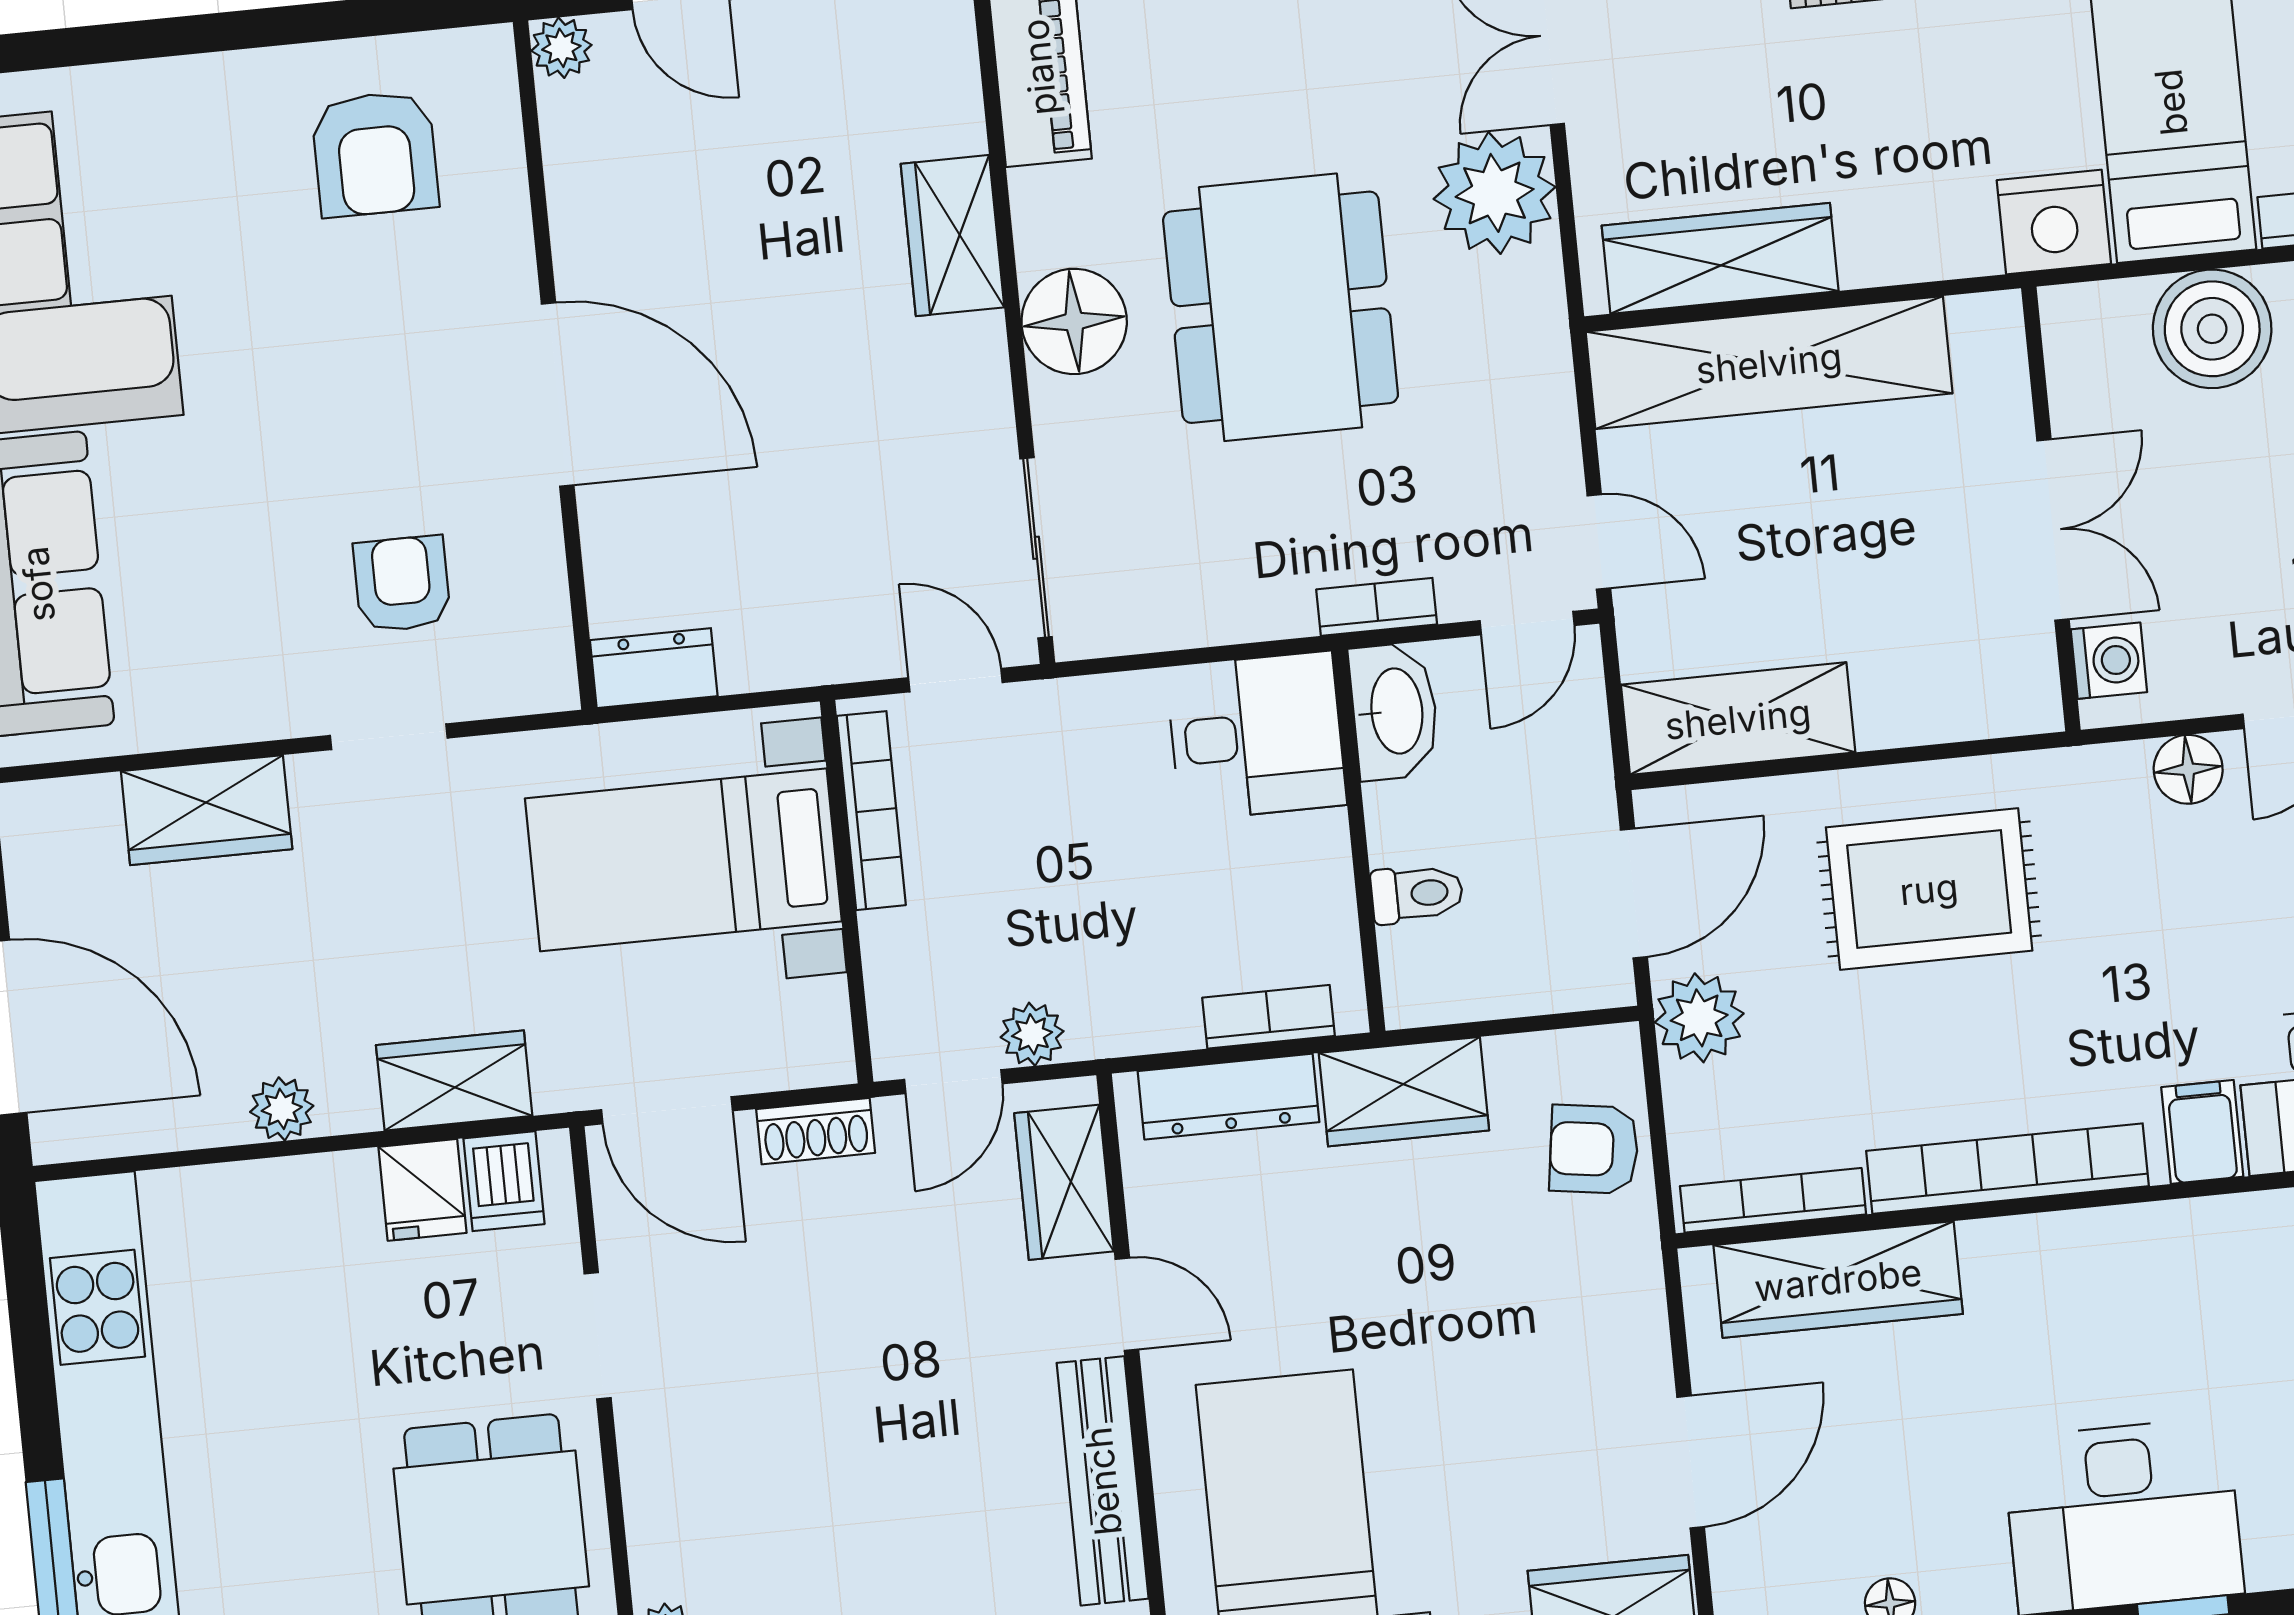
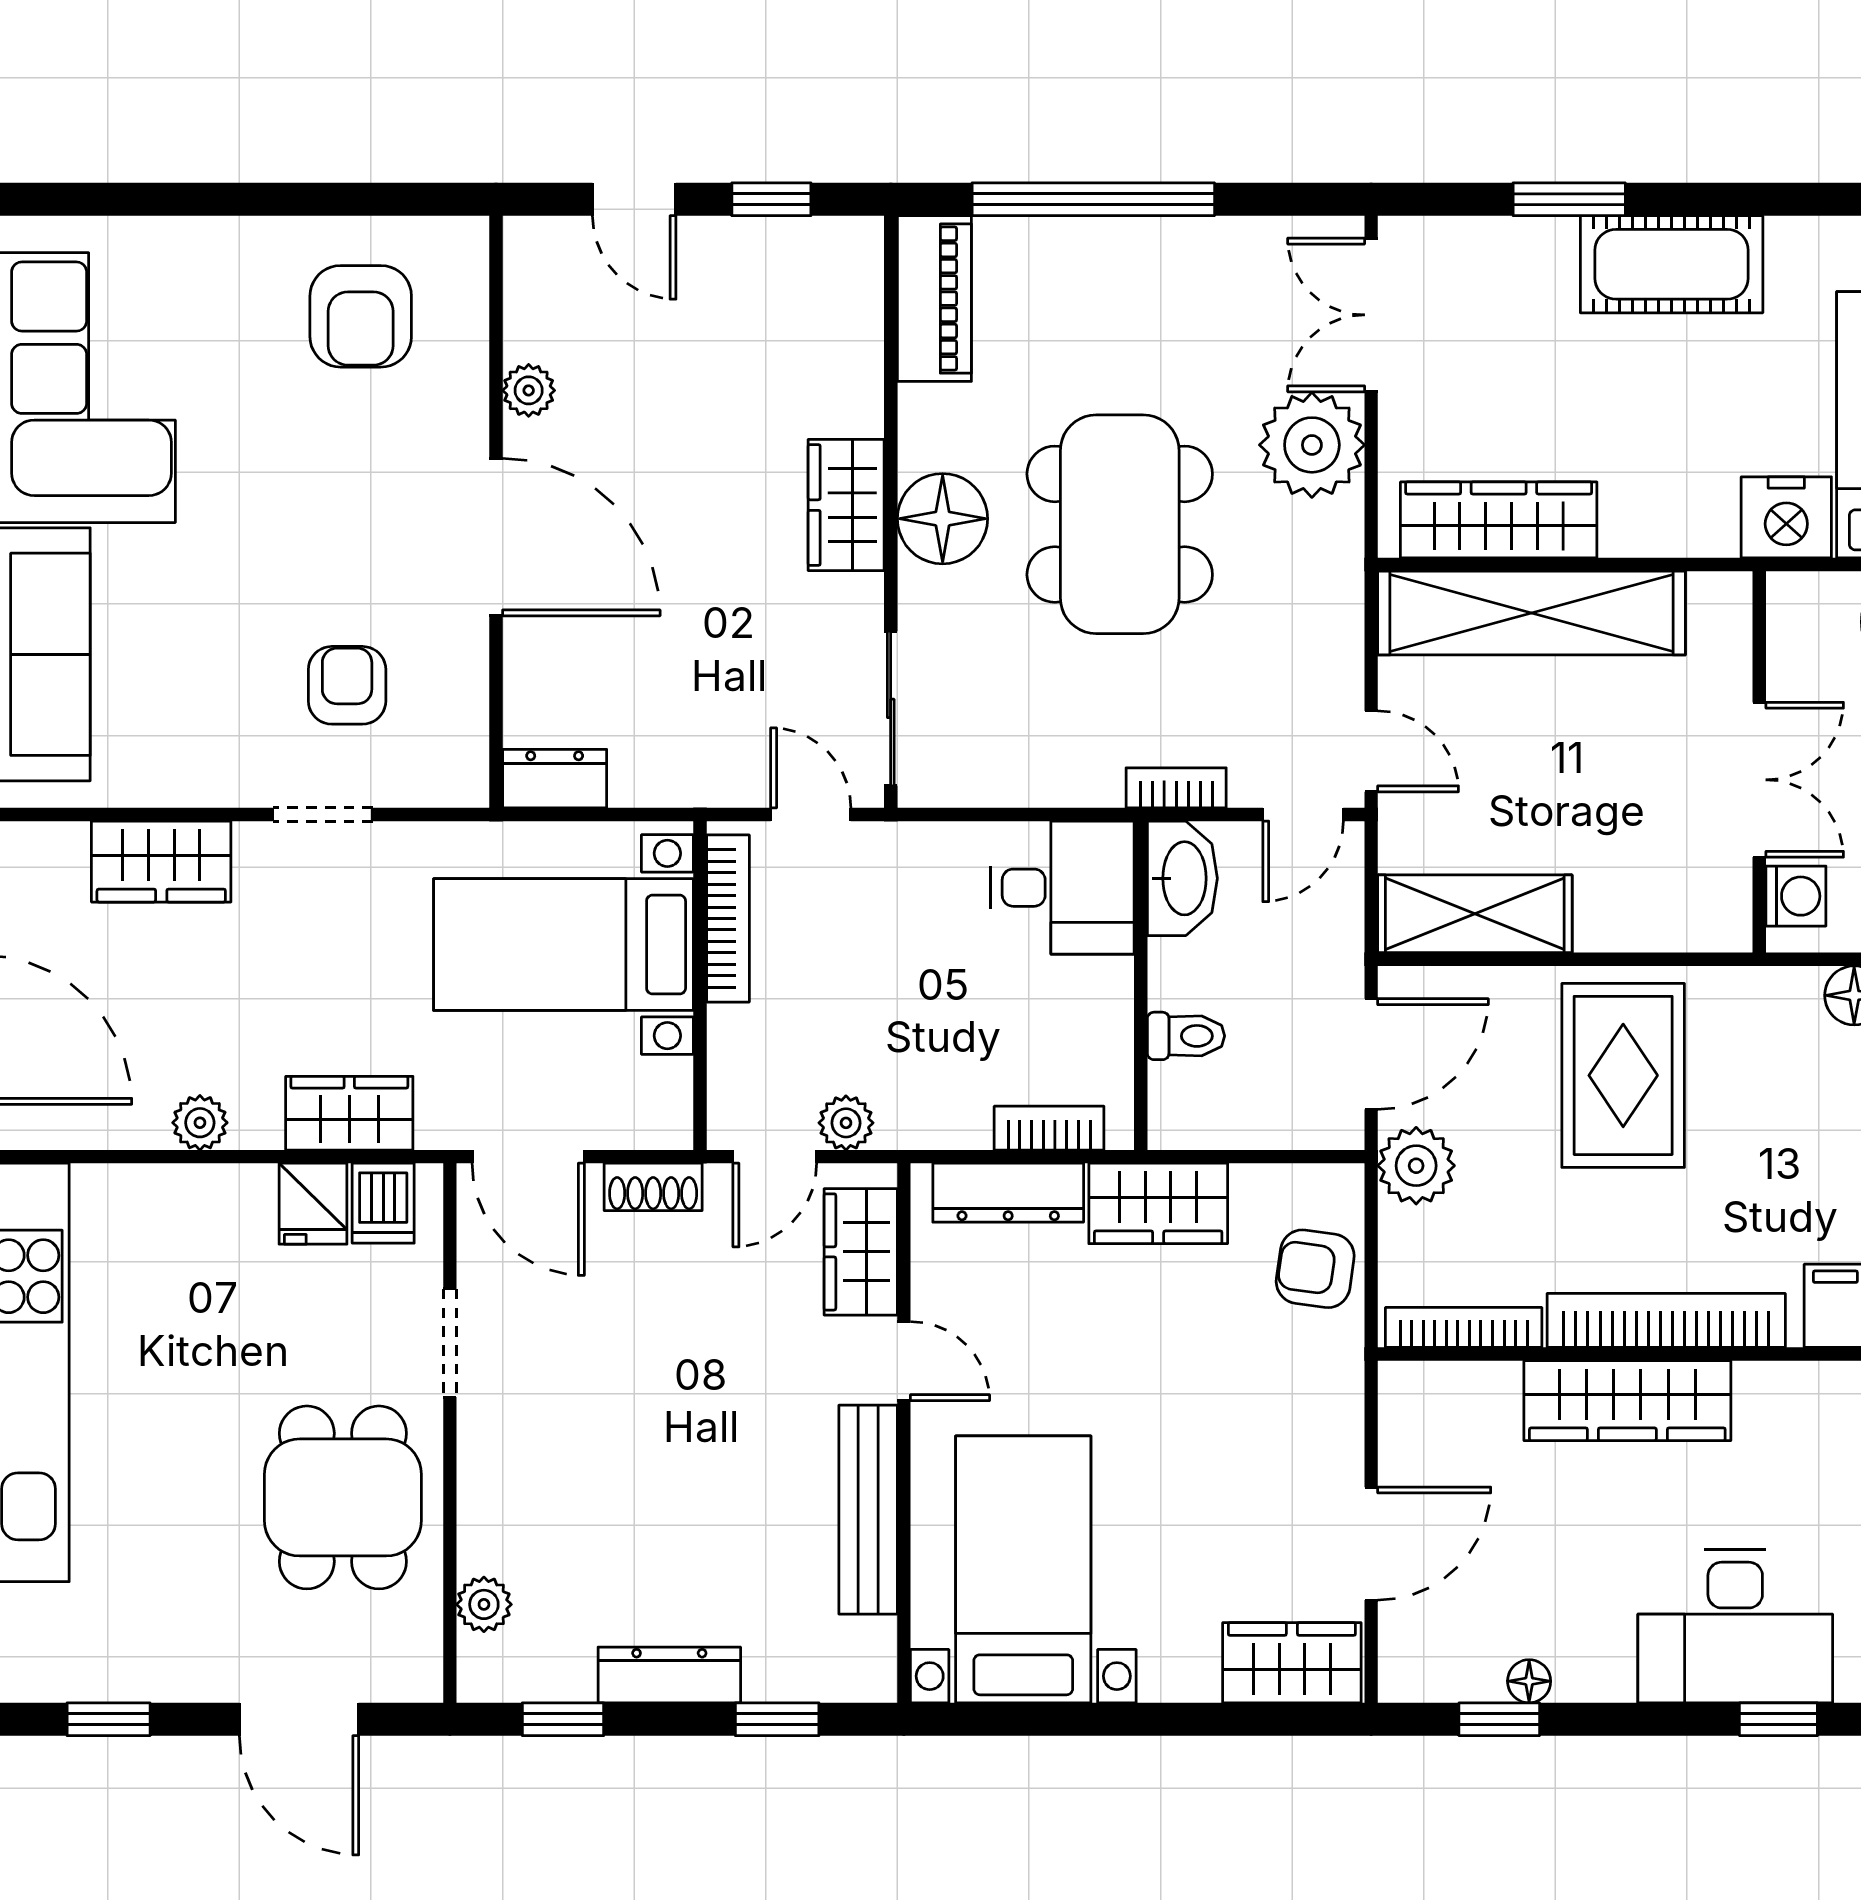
plant: (561, 48) -> (529, 390), moved
wardrobe: (953, 236) -> (846, 505), moved
rug: (1929, 889) -> (1623, 1075), turned 90
wardrobe: (1838, 1280) -> (1627, 1401), moved

